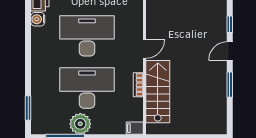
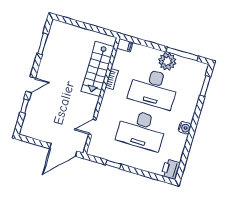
water cooler: (38, 19) -> (185, 128), moved
door: (145, 49) -> (92, 127), moved
window: (230, 85) -> (43, 44), moved

